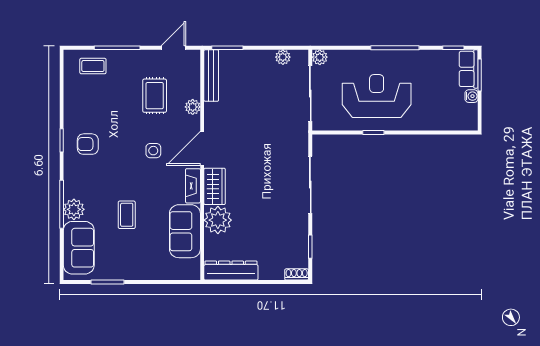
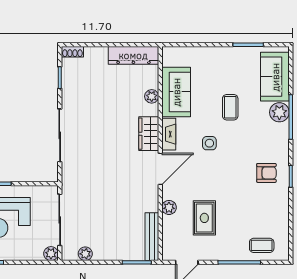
side table: (153, 151) -> (209, 143), moved
plant: (218, 220) -> (152, 96), width x0.53, depth x0.53

